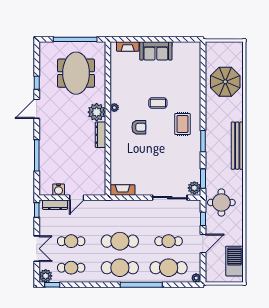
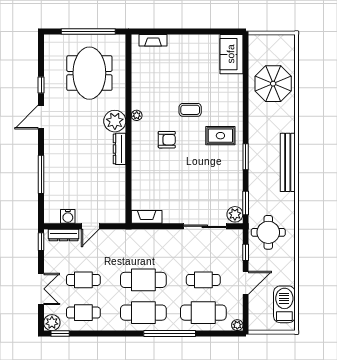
sofa: (156, 51) -> (231, 54), moved, turned 90
rug: (182, 124) -> (220, 136), turned 90

